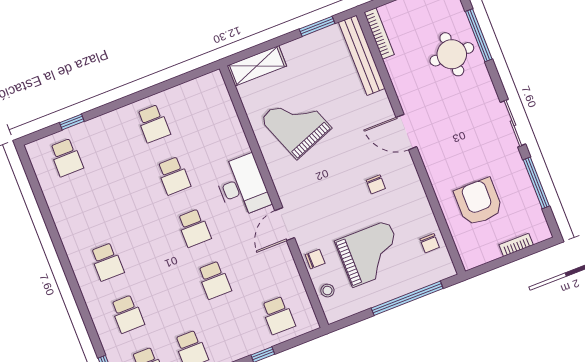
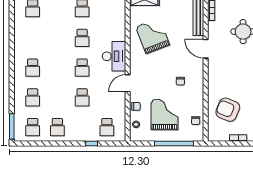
door: (406, 132) -> (206, 49), moved
armchair: (479, 202) -> (228, 110), turned -68
grand piano: (370, 254) -> (164, 114), turned -90

